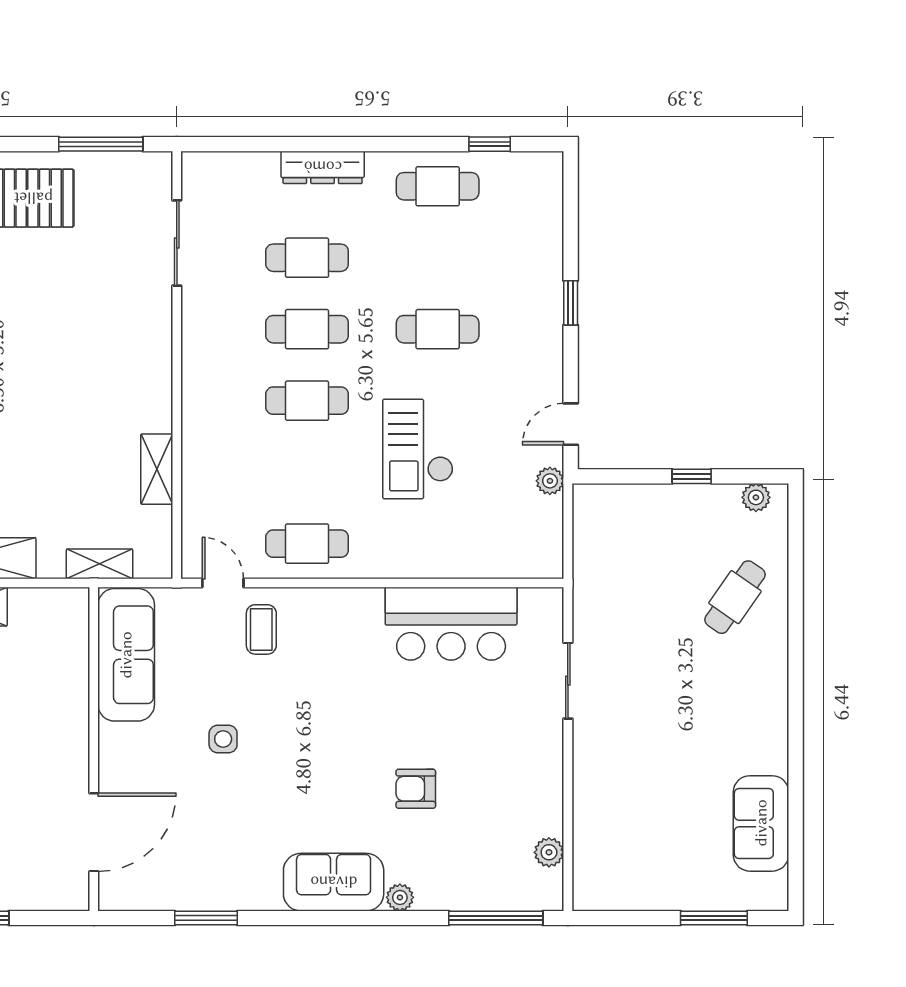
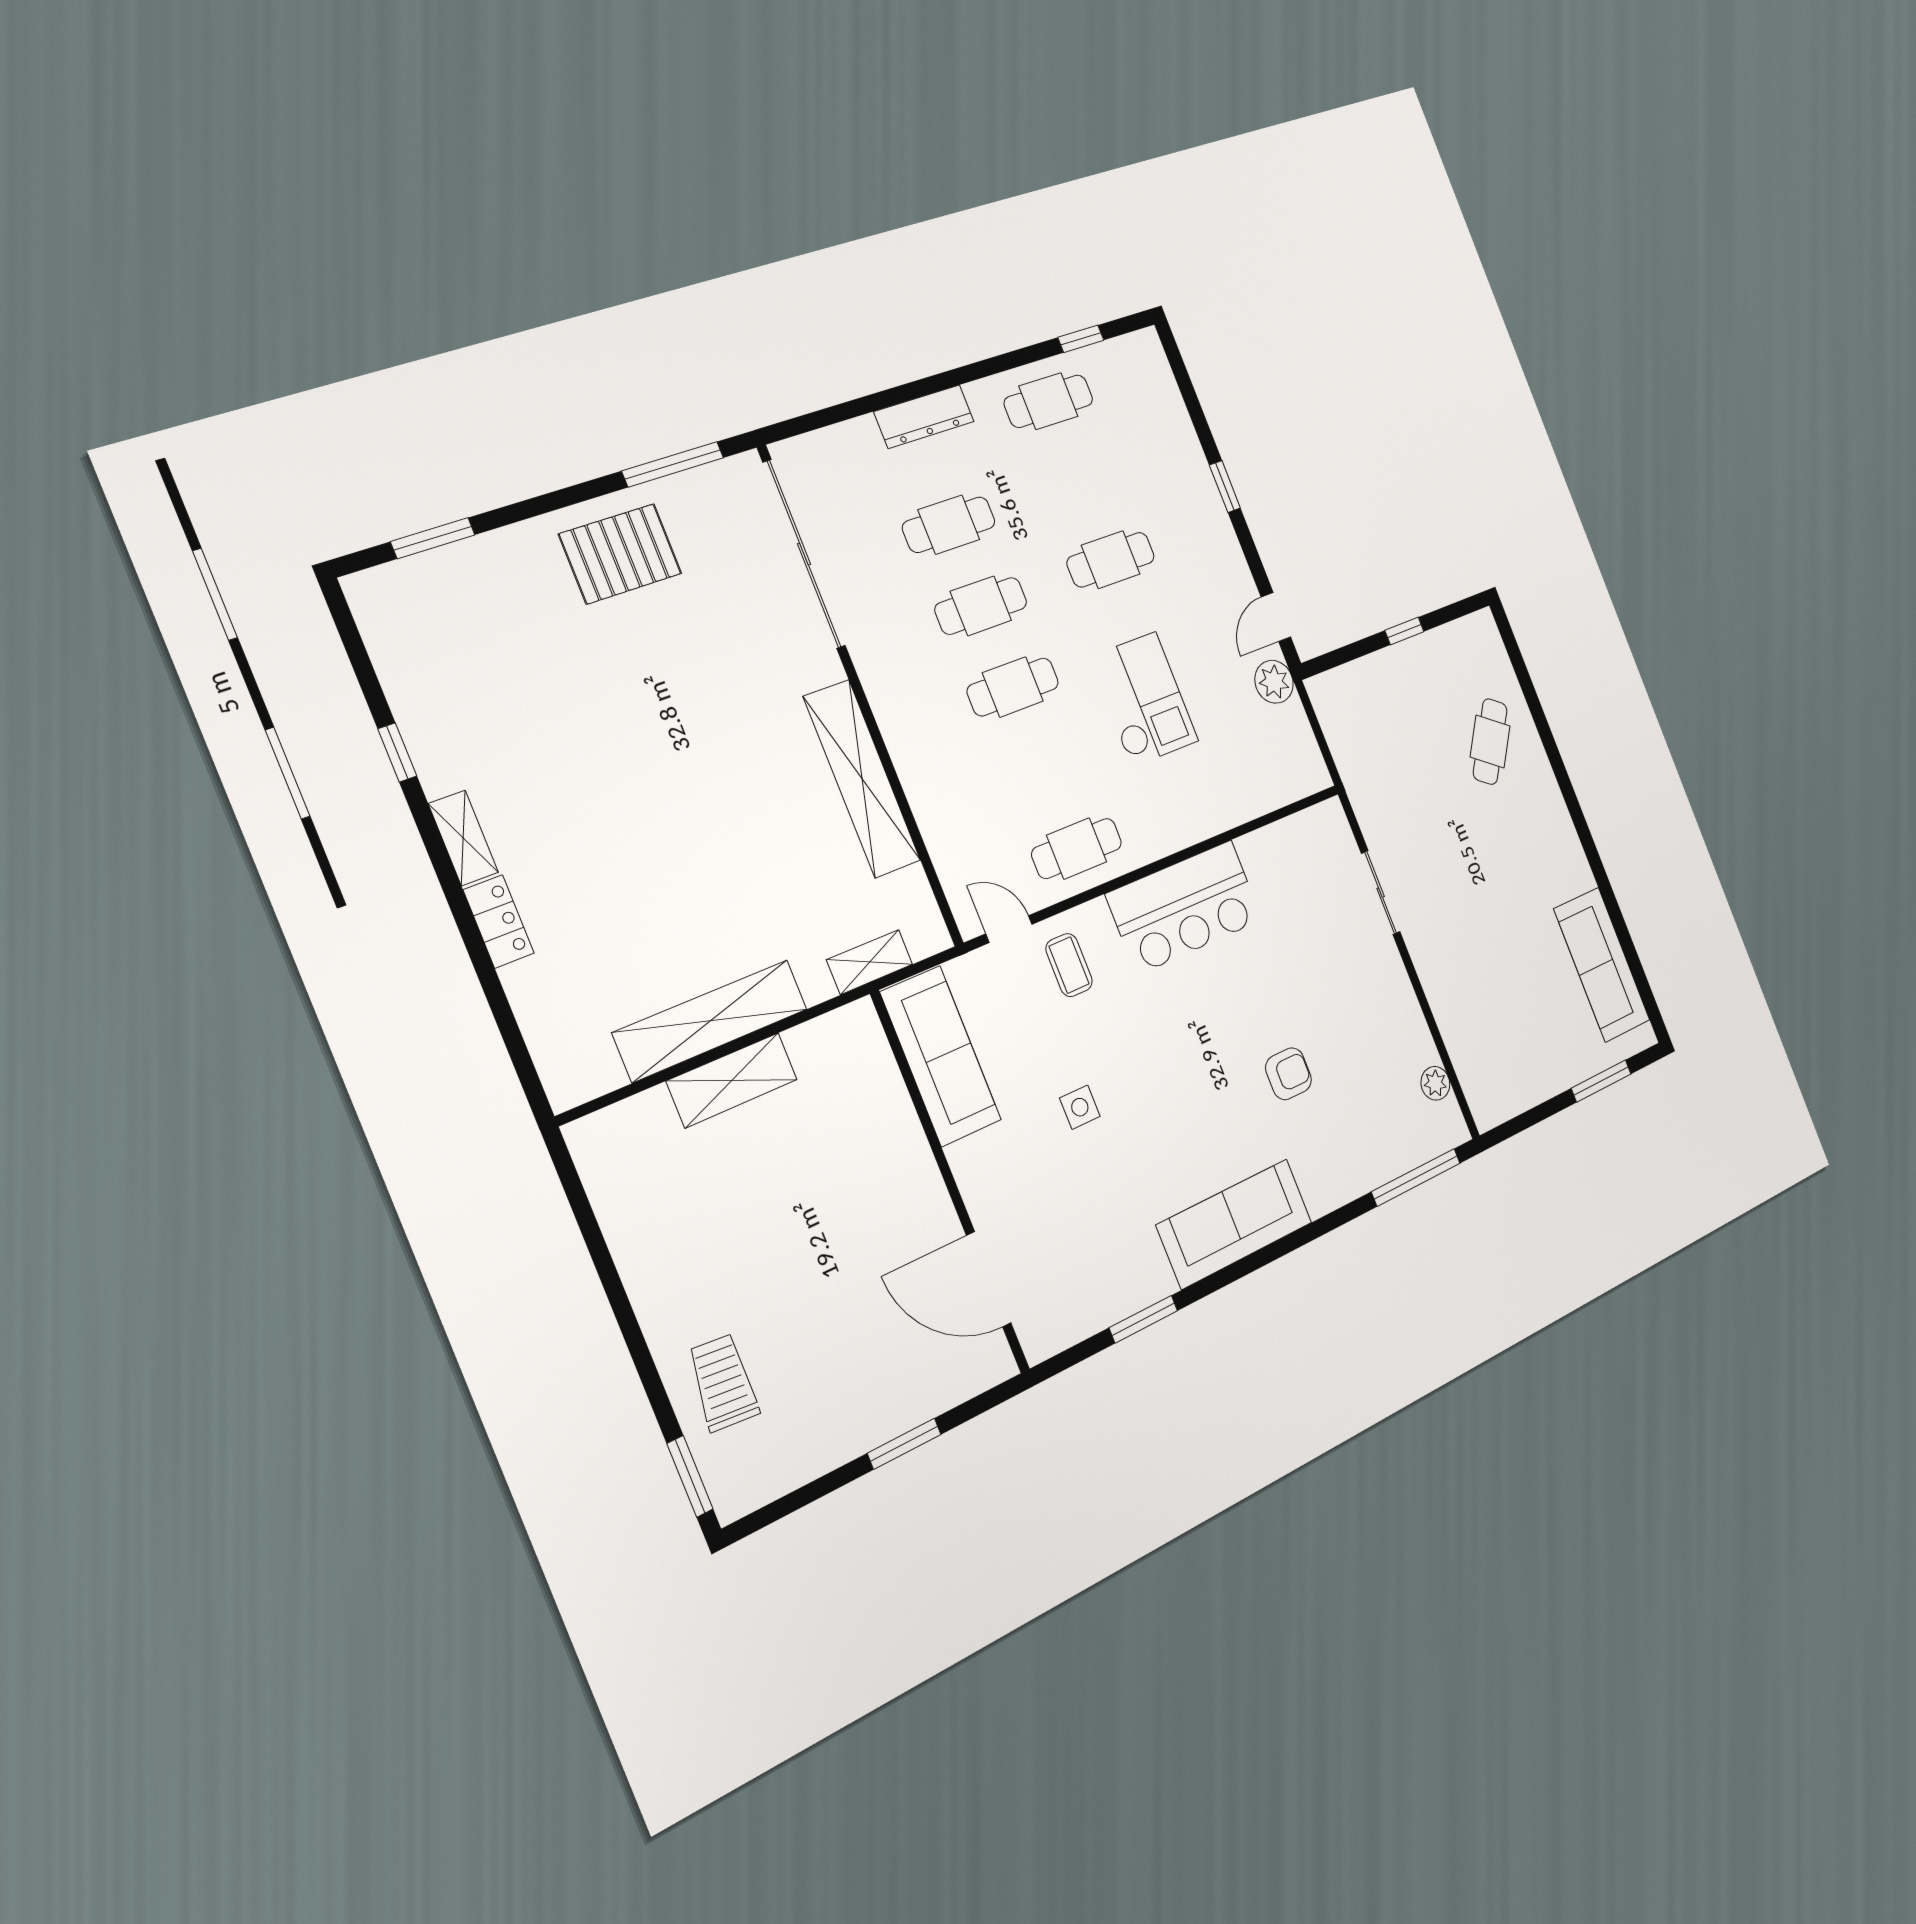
sliding door: (177, 243) -> (804, 554), width x1.86
checkout: (418, 449) -> (1144, 699), turned 180
shelving: (157, 469) -> (862, 779), width x2.20, depth x1.33
plant: (550, 481) -> (1274, 682), width x1.38, depth x1.38
plant: (756, 497) -> (1468, 631), removed
bar counter: (451, 624) -> (1185, 907), moved
armchair: (416, 789) -> (1288, 1074), turned 180
sofa: (761, 823) -> (1602, 965), width x1.36
door: (94, 832) -> (989, 1279), swing flipped
sofa: (334, 882) -> (1235, 1224), width x1.36
plant: (400, 897) -> (1321, 1200), removed

